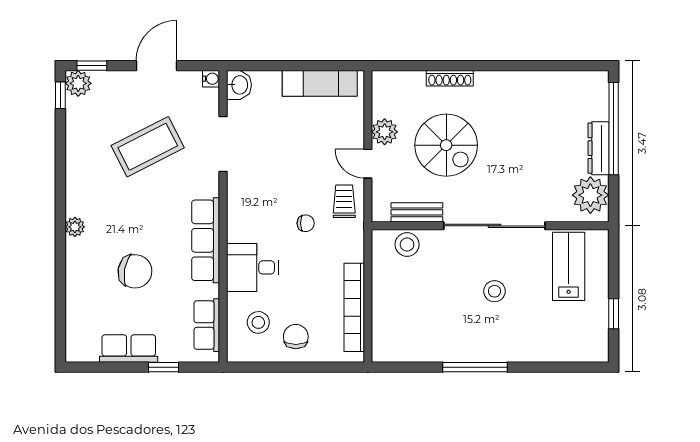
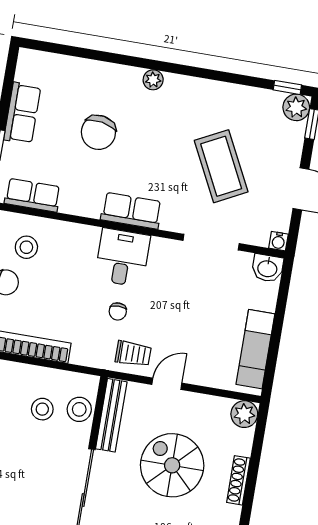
plant: (385, 132) -> (244, 414), moved
spiral stairs: (446, 145) -> (172, 465), turned 90
bench: (417, 212) -> (111, 415), width x1.36
row of seats: (206, 240) -> (131, 211), width x0.68
desk: (253, 267) -> (122, 258), moved
stool: (495, 291) -> (42, 409), moved

